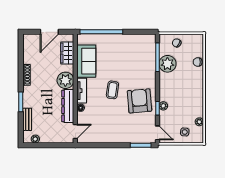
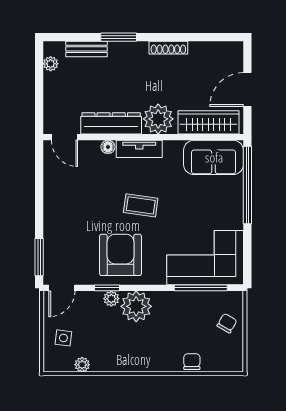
door: (49, 32) -> (247, 90), hinge flipped
wardrobe: (67, 53) -> (208, 122), width x1.50
corner sofa: (141, 55) -> (205, 258), added
sofa: (86, 61) -> (214, 157), moved
plant: (167, 64) -> (136, 306), moved
armchair: (139, 101) -> (120, 255), turned -85

